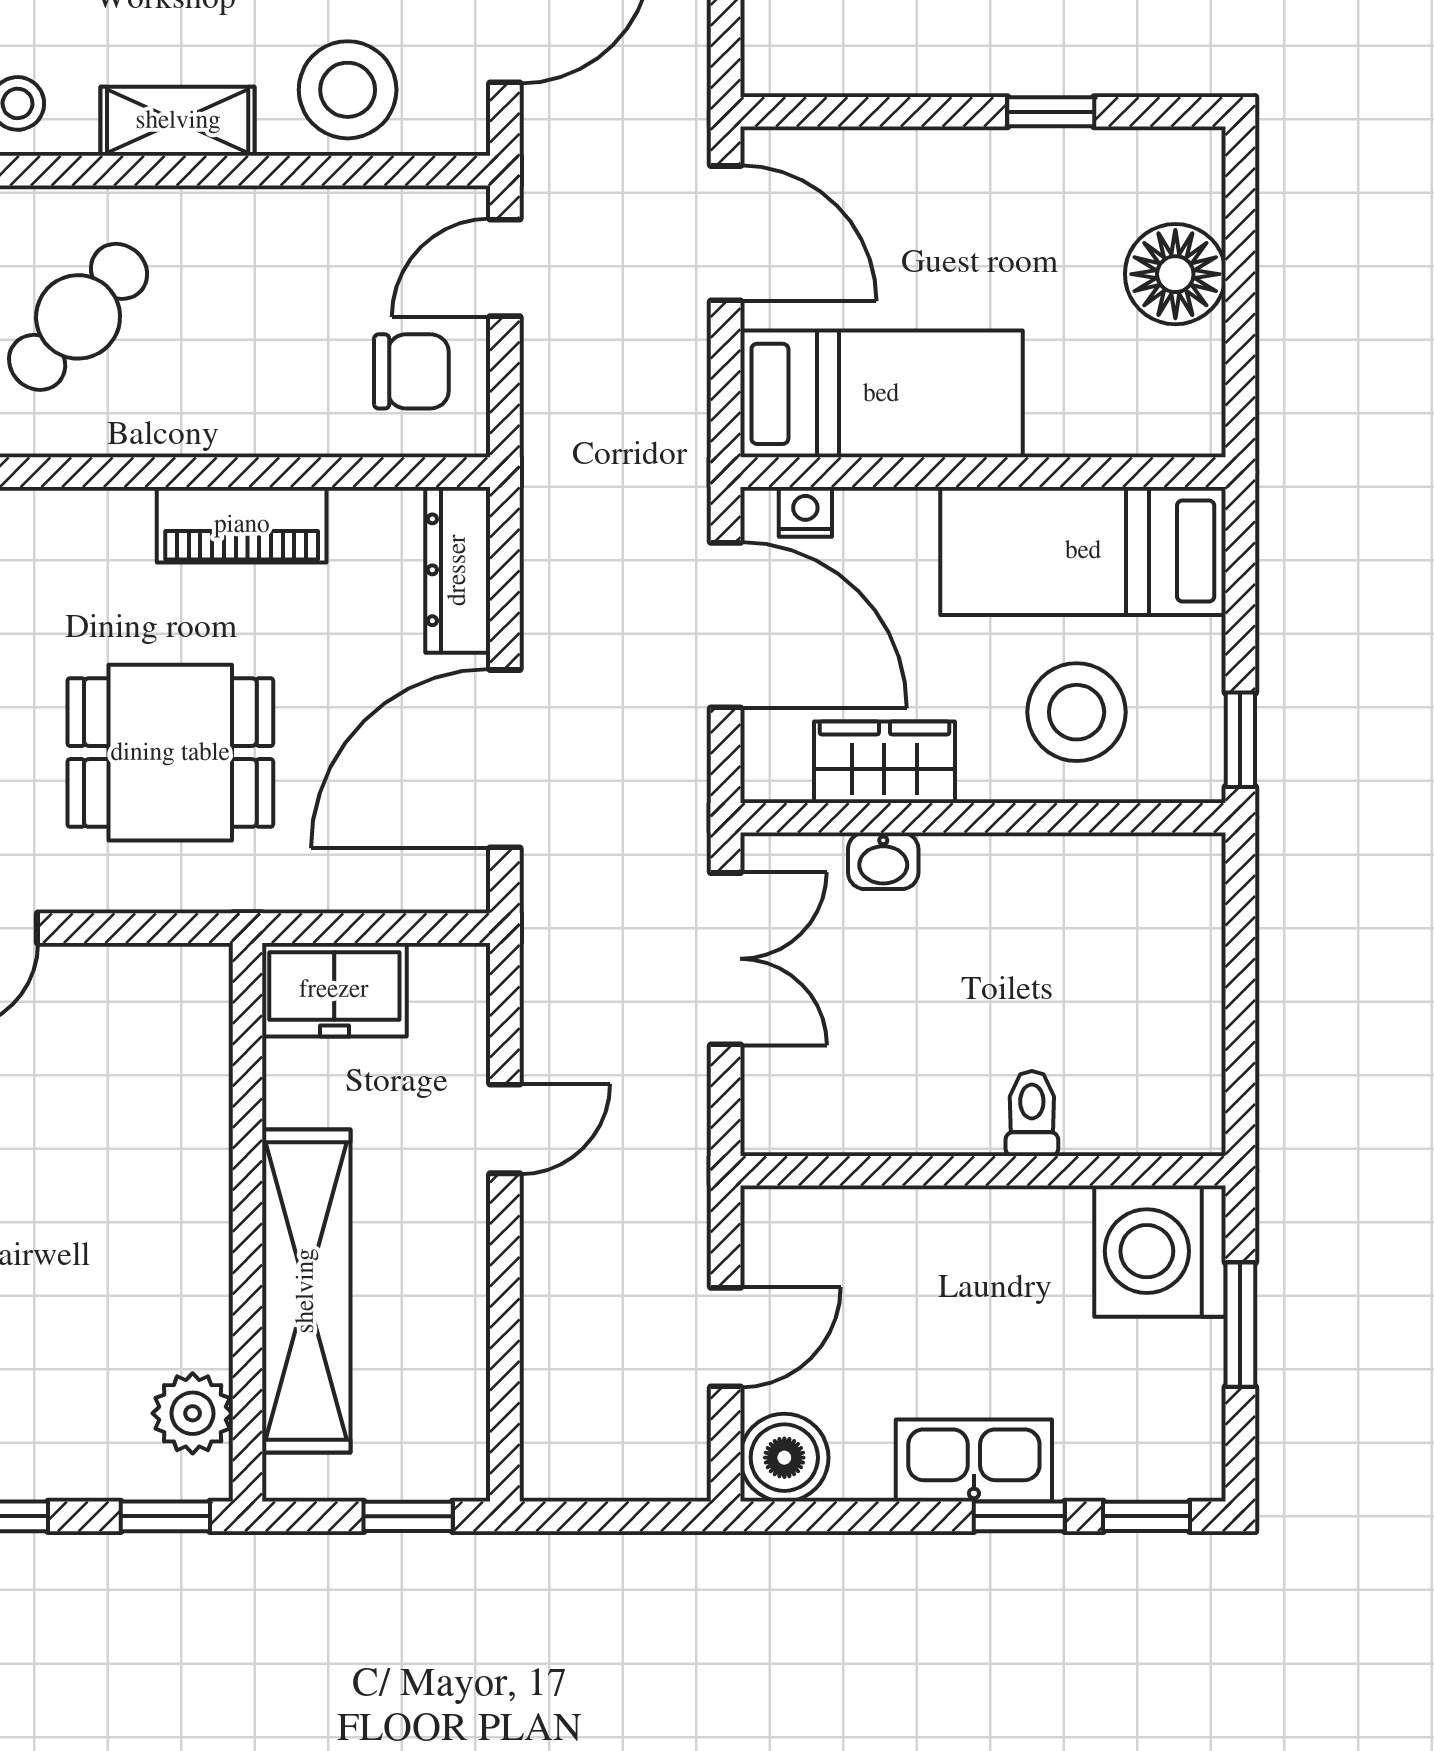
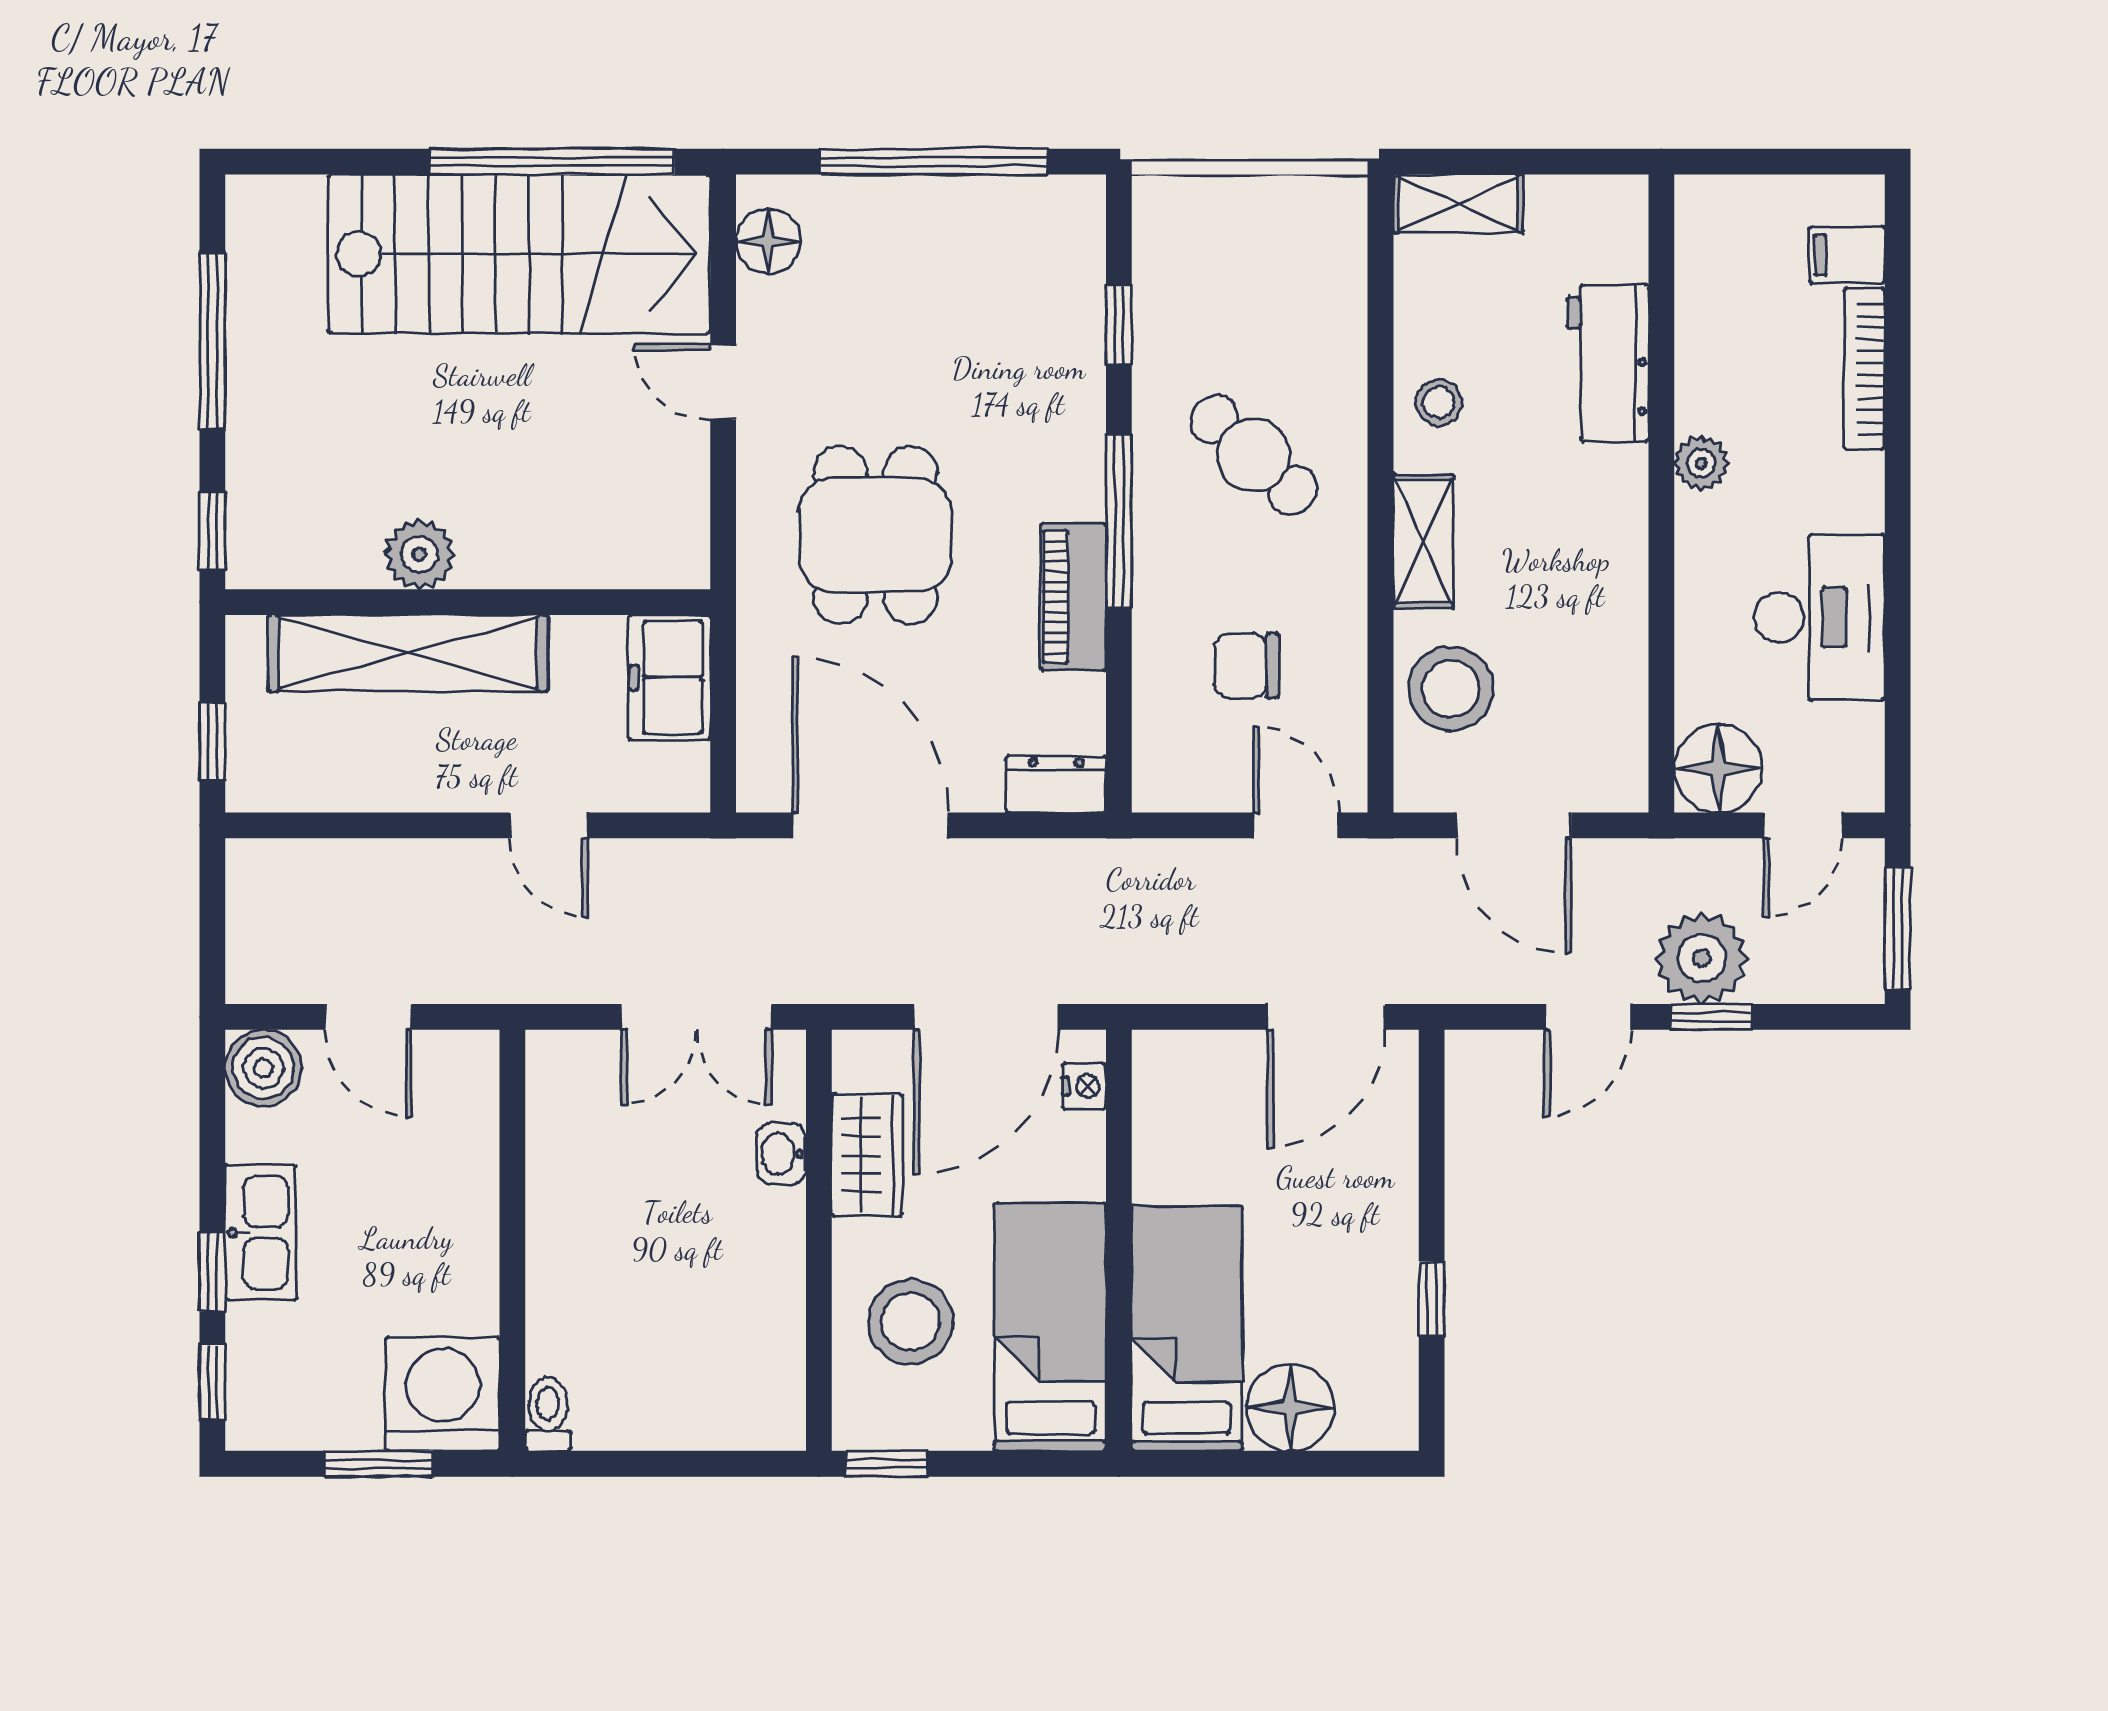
chair: (411, 371) -> (1247, 666), moved, turned 90
bed: (881, 394) -> (1187, 1328), moved, turned 180
window: (154, 472) -> (1119, 521), added
dresser: (458, 570) -> (1056, 784), width x0.70
toilet: (1032, 1113) -> (548, 1414), moved, turned -90
plant: (193, 1413) -> (419, 554), moved

